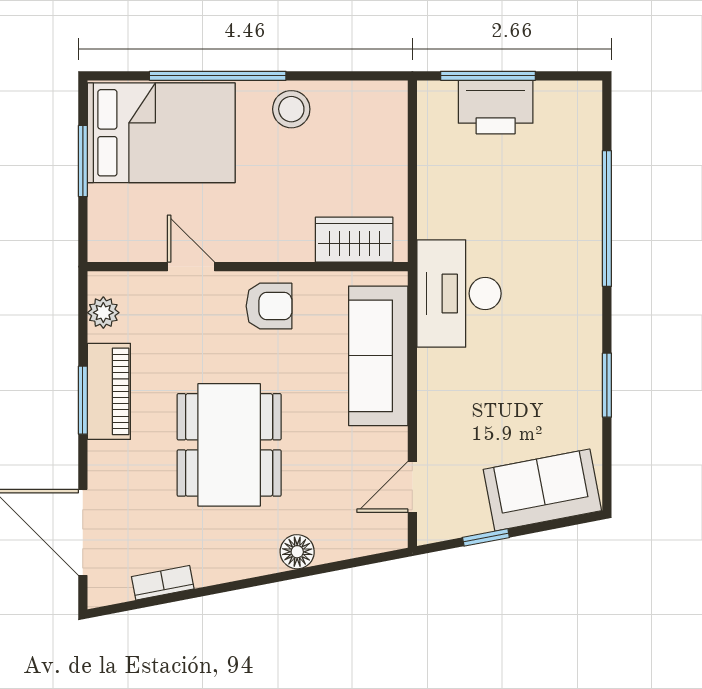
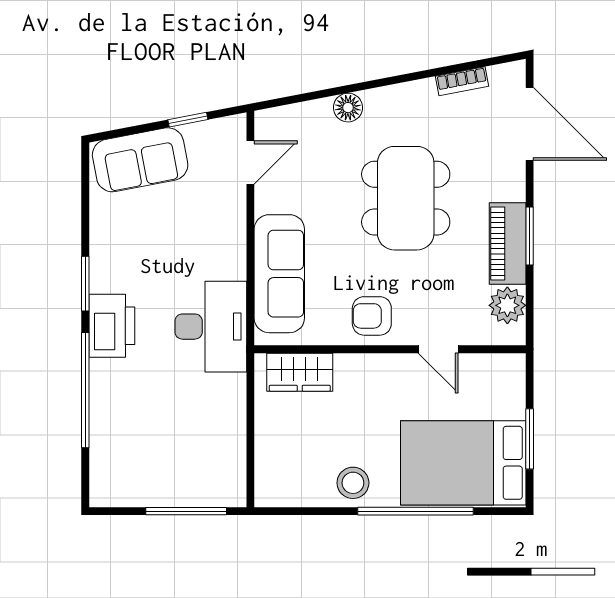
printer: (496, 107) -> (112, 326), moved, turned 90
plant: (103, 313) -> (507, 305), width x1.38, depth x1.38
window: (607, 385) -> (85, 284), moved

